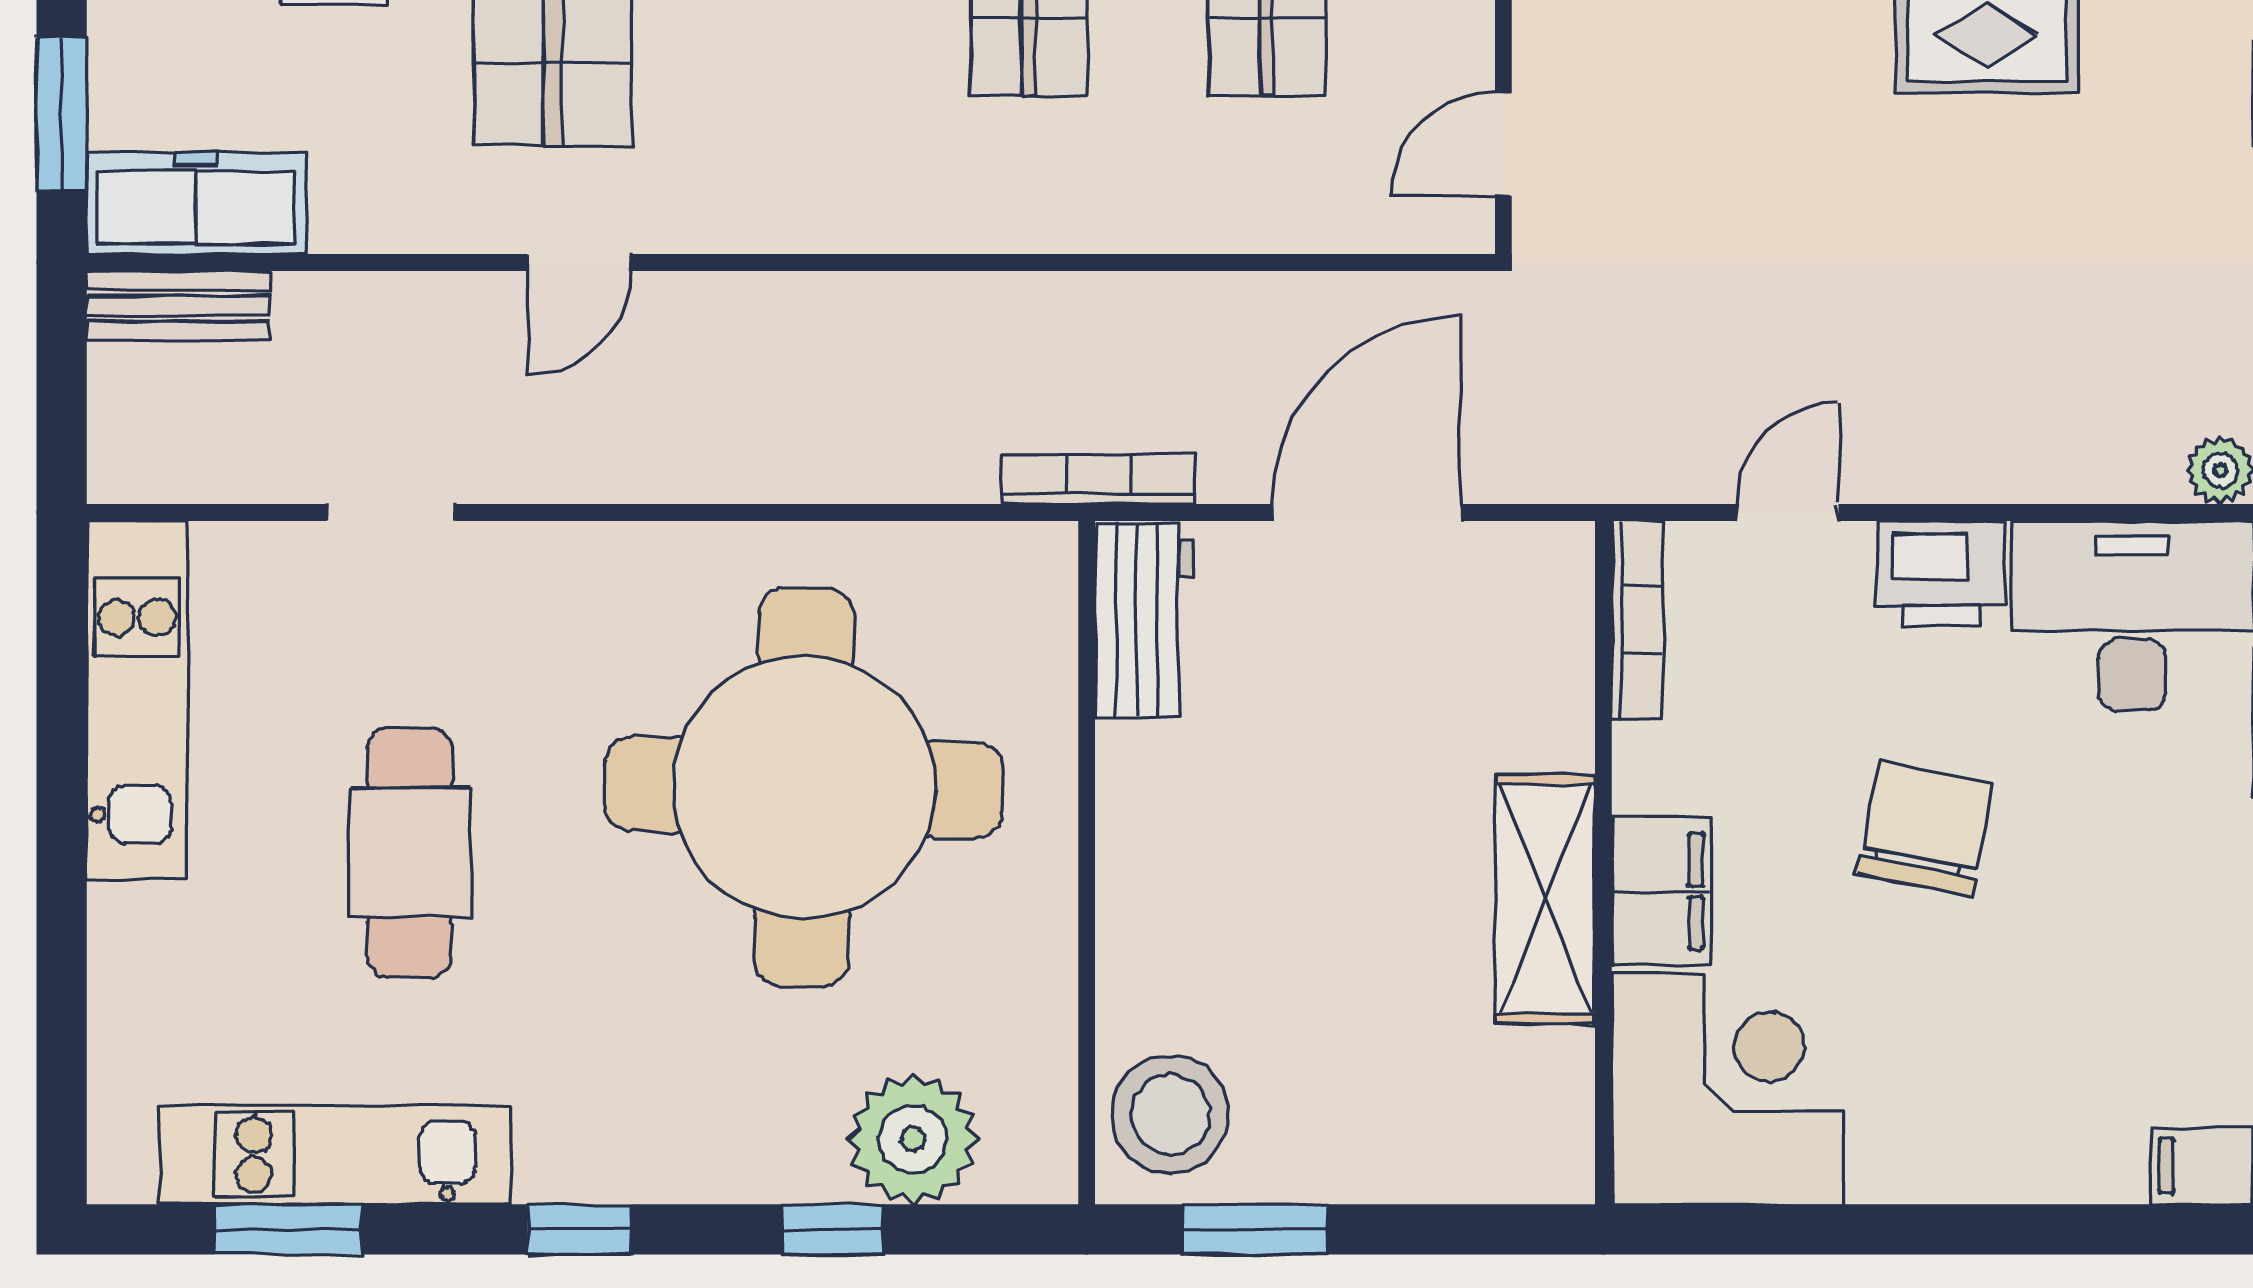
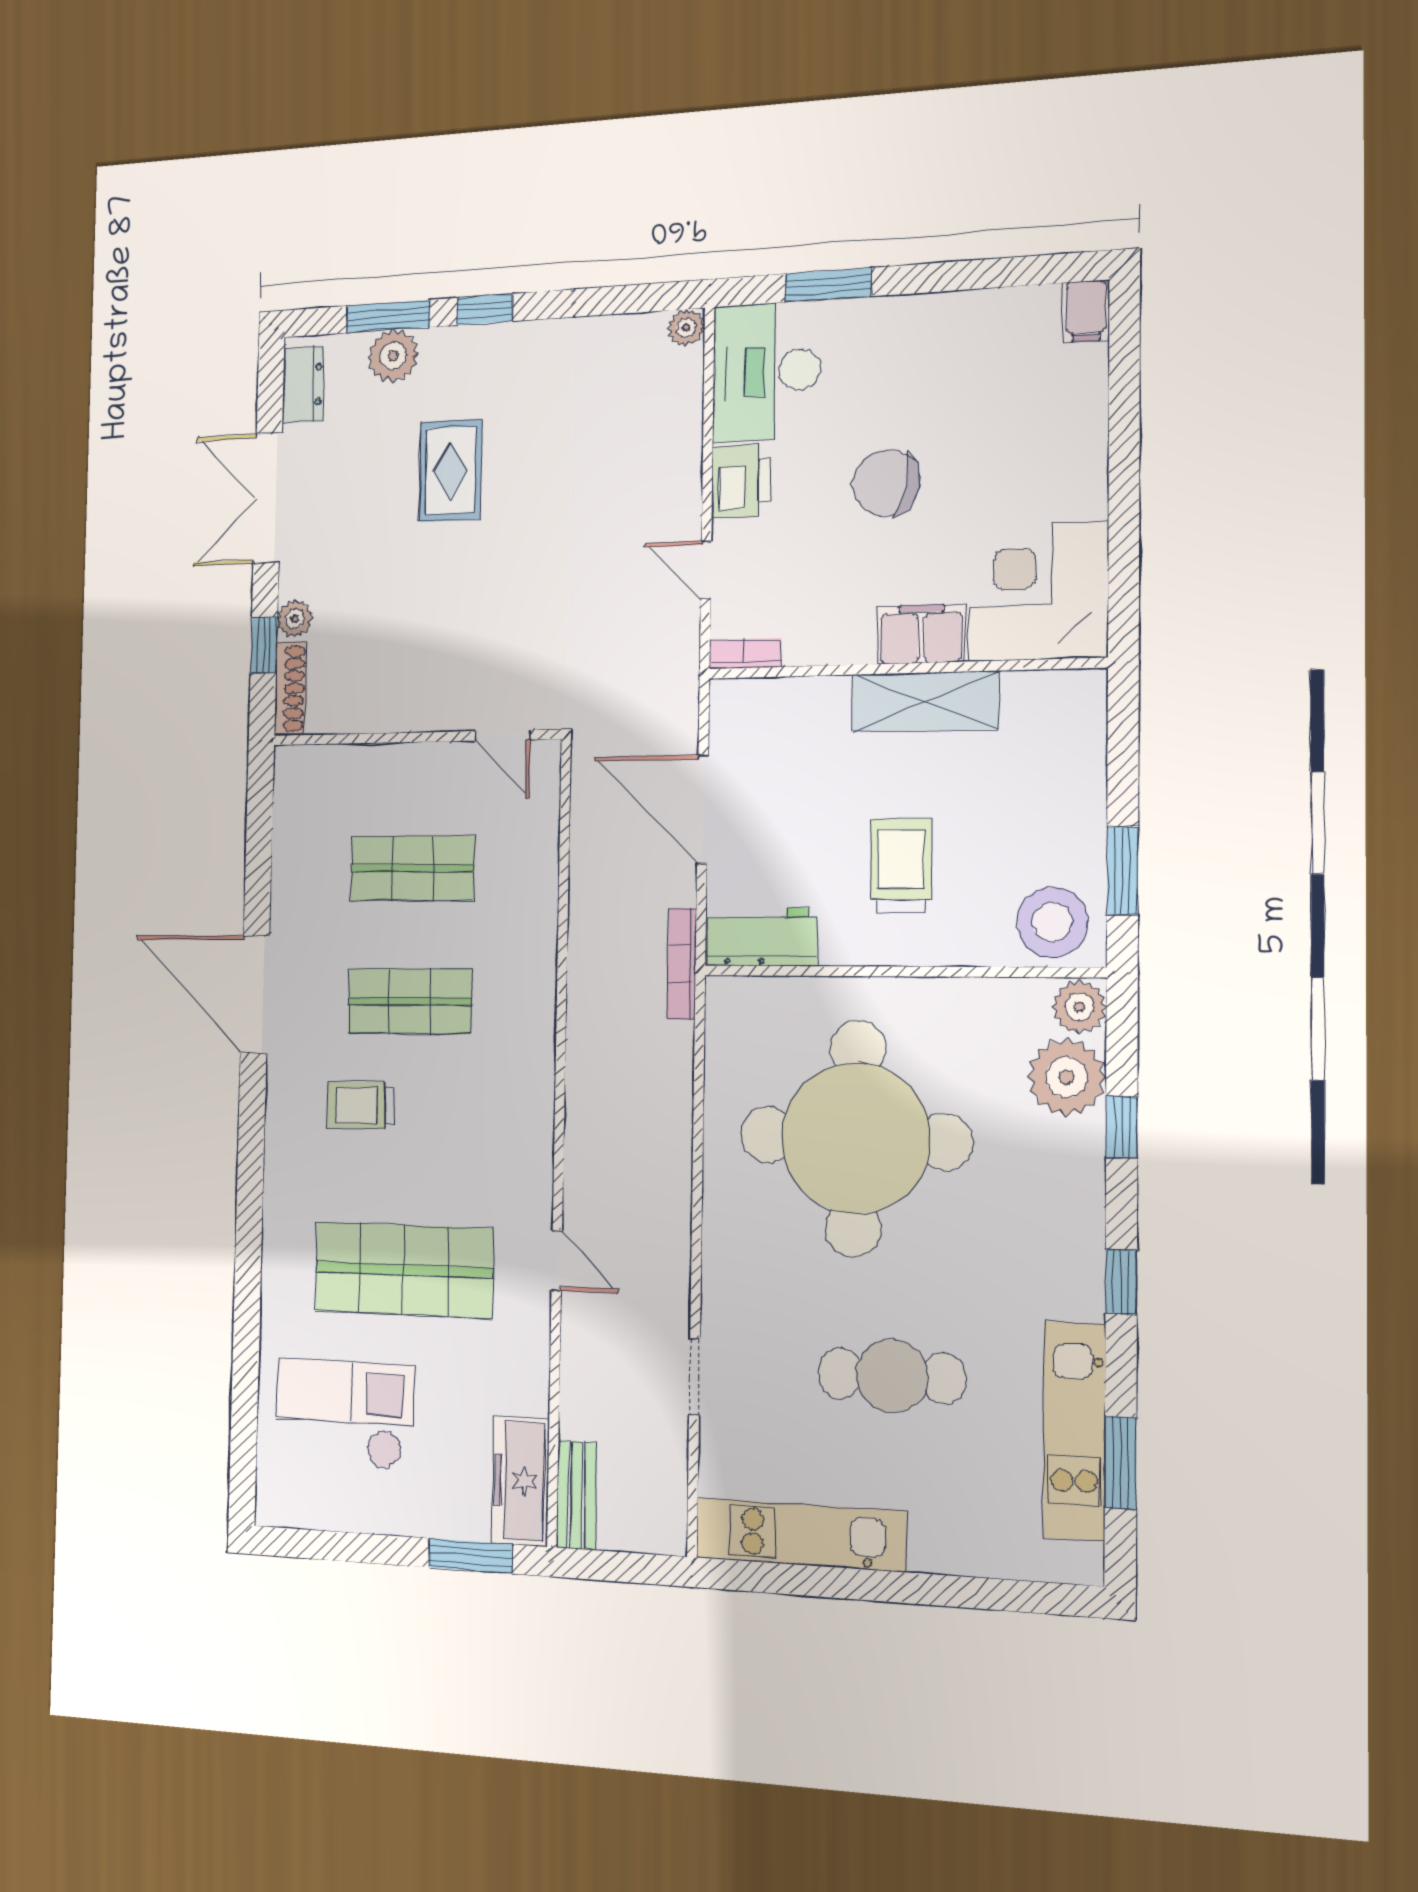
bookcase: (1637, 620) -> (745, 654), width x0.64
trolley: (1266, 860) -> (901, 866), added
plant: (1029, 1160) -> (1079, 1007), added

